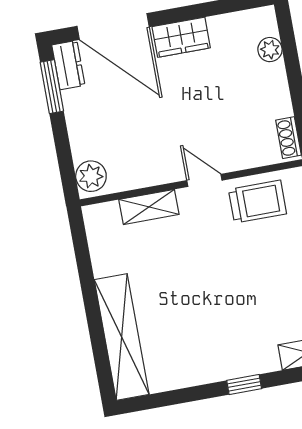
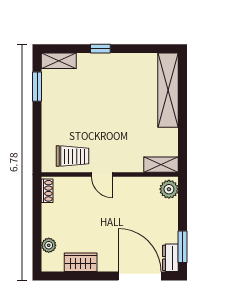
wardrobe: (181, 37) -> (81, 262), moved
trolley: (257, 202) -> (73, 156), turned 180
shelving: (149, 207) -> (161, 165), moved

